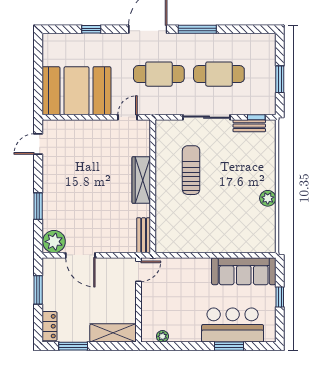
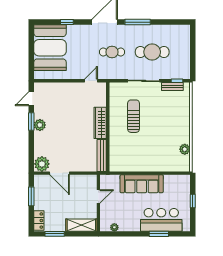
cafe table: (159, 74) -> (112, 52), width x0.73, depth x0.74
window: (280, 79) -> (193, 55), removed
booth: (76, 91) -> (50, 48), moved, turned 90
plant: (51, 183) -> (40, 125), added
plant: (268, 198) -> (185, 149), moved
window: (38, 206) -> (31, 122), moved
bench: (144, 235) -> (102, 155), width x1.36
door: (139, 271) -> (98, 197), moved
sofa: (244, 271) -> (142, 184), moved

